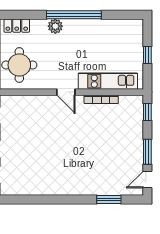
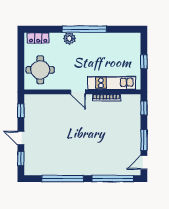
window: (47, 199) -> (63, 179), added
window: (109, 199) -> (113, 179), width x2.11

